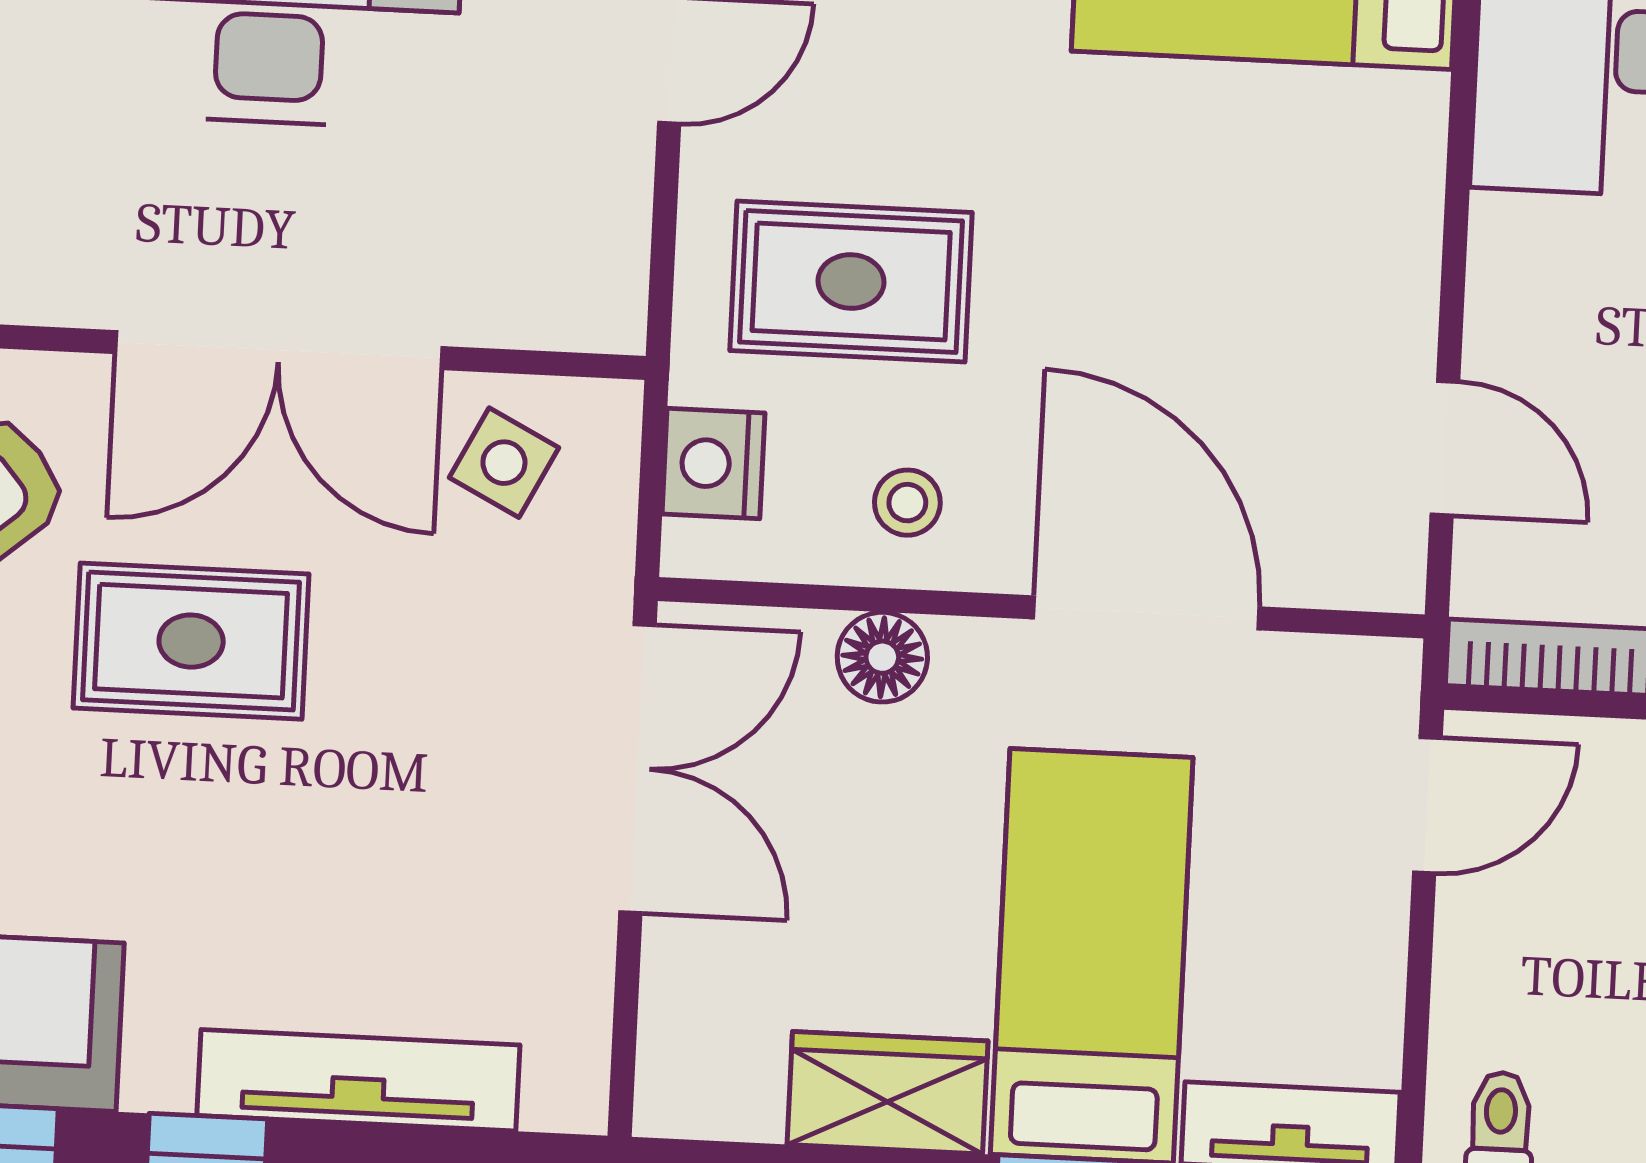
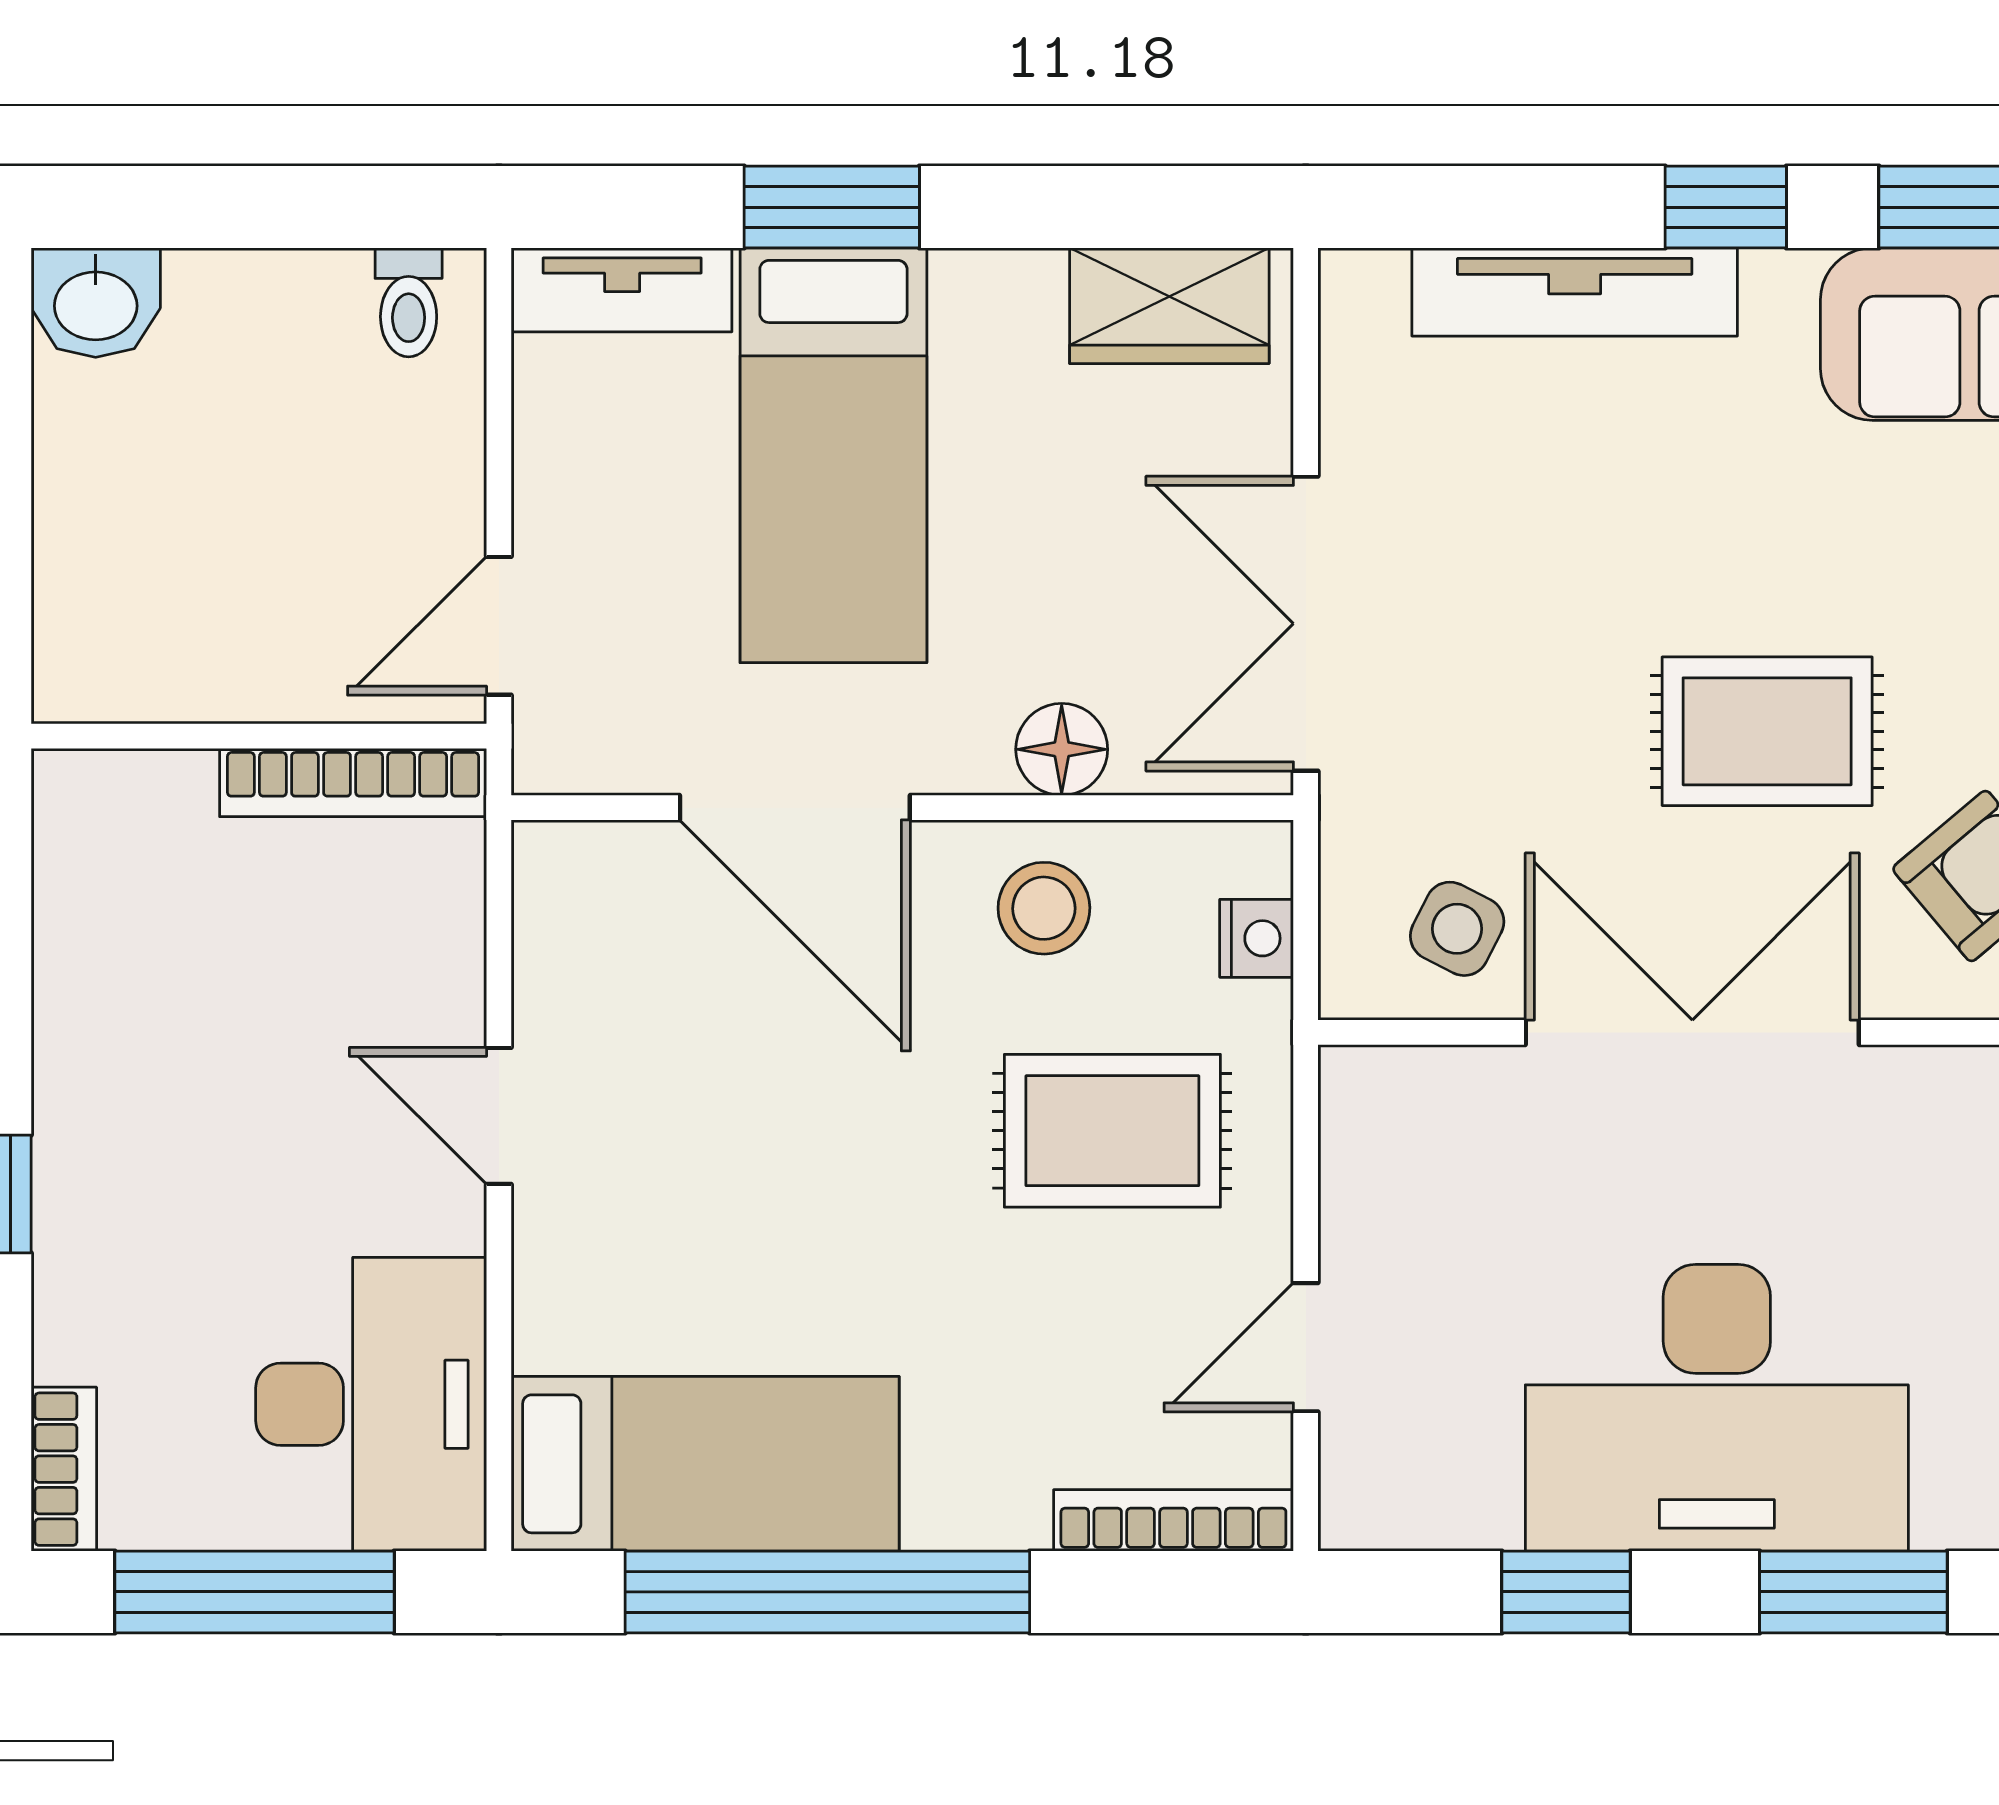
door: (1445, 448) -> (499, 1116), moved
nightstand: (713, 464) -> (1257, 938), width x0.72, depth x0.74
stool: (907, 503) -> (1044, 908), width x1.37, depth x1.37
wardrobe: (888, 1093) -> (1169, 306), moved

